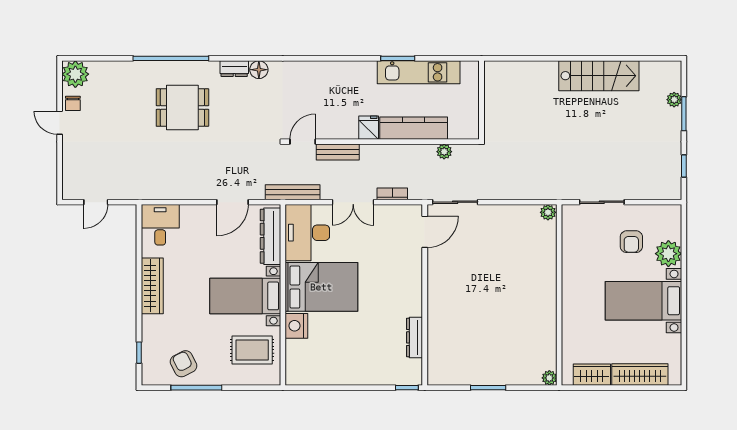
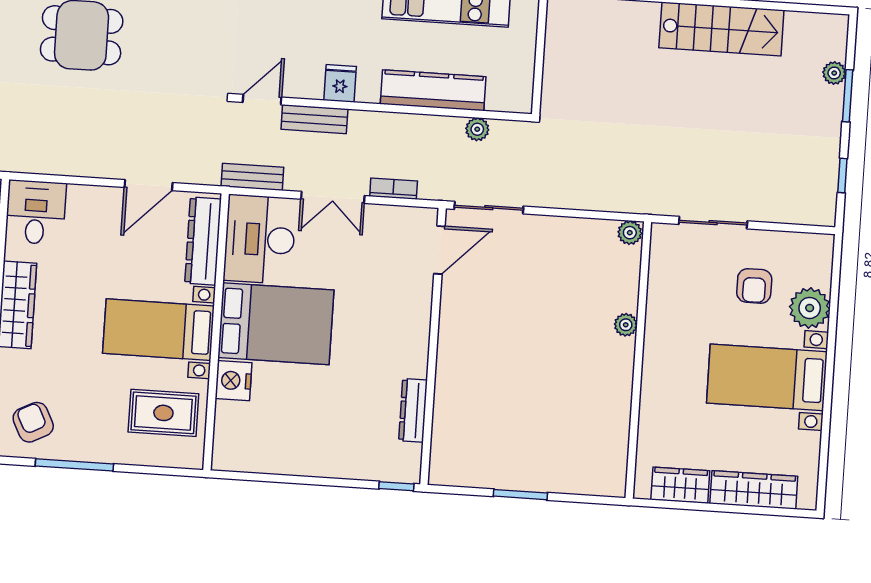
fridge: (369, 128) -> (340, 83), moved
bench: (293, 192) -> (252, 177), width x0.73
armchair: (183, 364) -> (33, 422), moved
plant: (549, 378) -> (626, 325), moved

